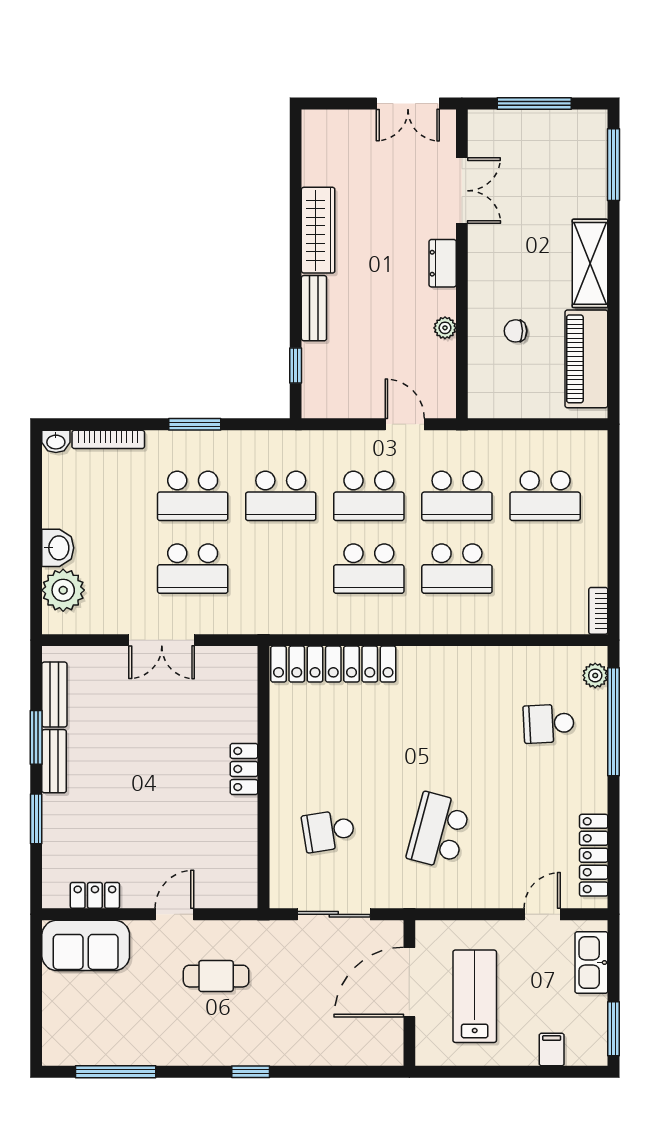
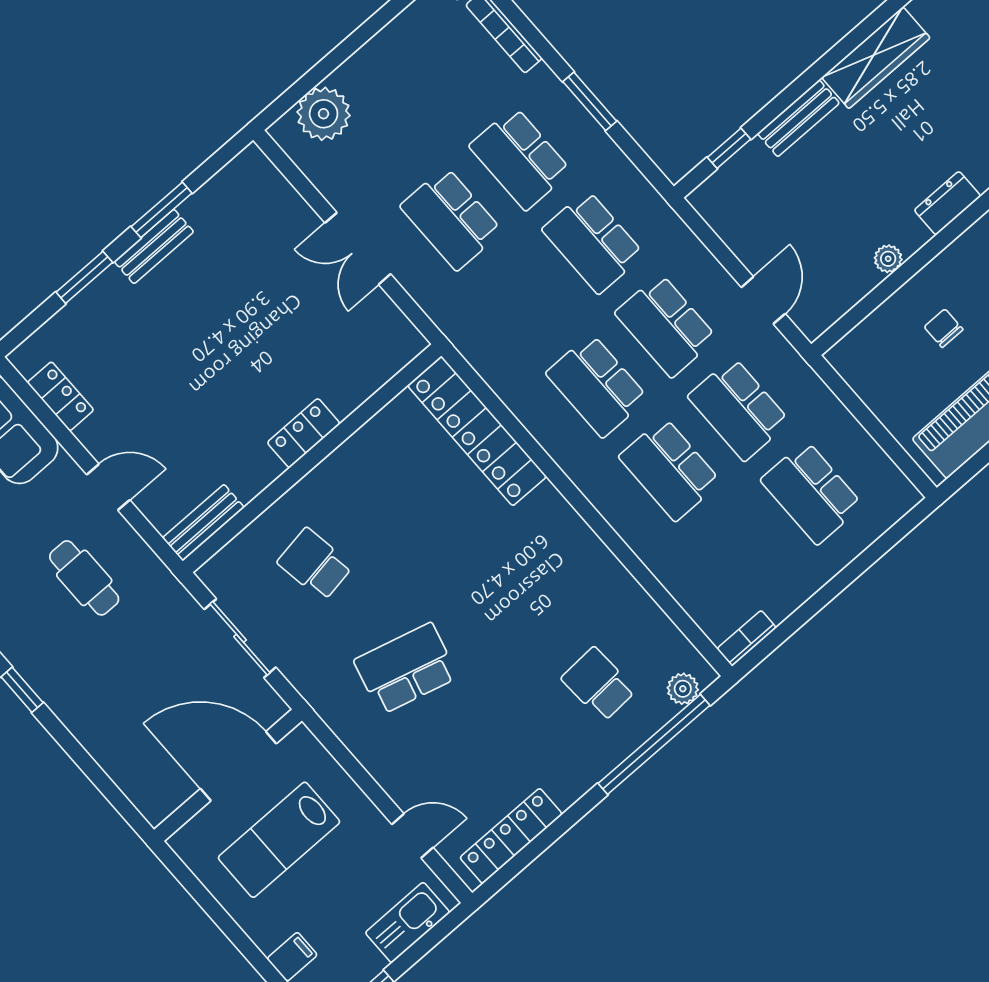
washbasin: (58, 548) -> (359, 74), removed
bench: (54, 695) -> (203, 523), moved
lab bench: (475, 996) -> (279, 840), turned 180

